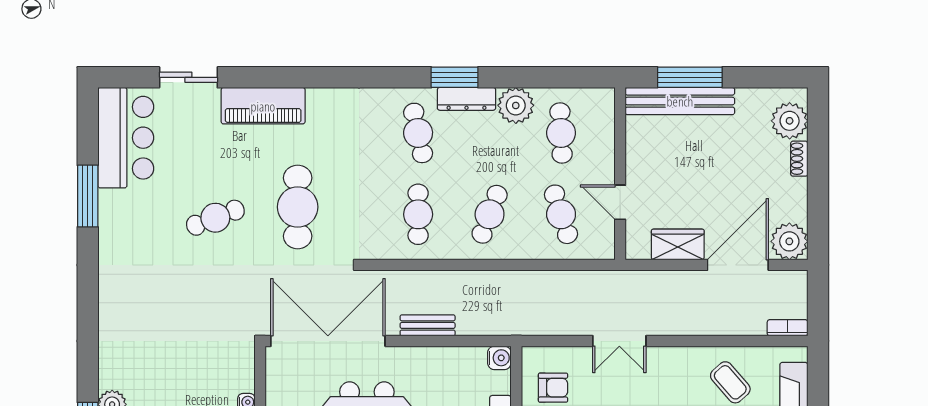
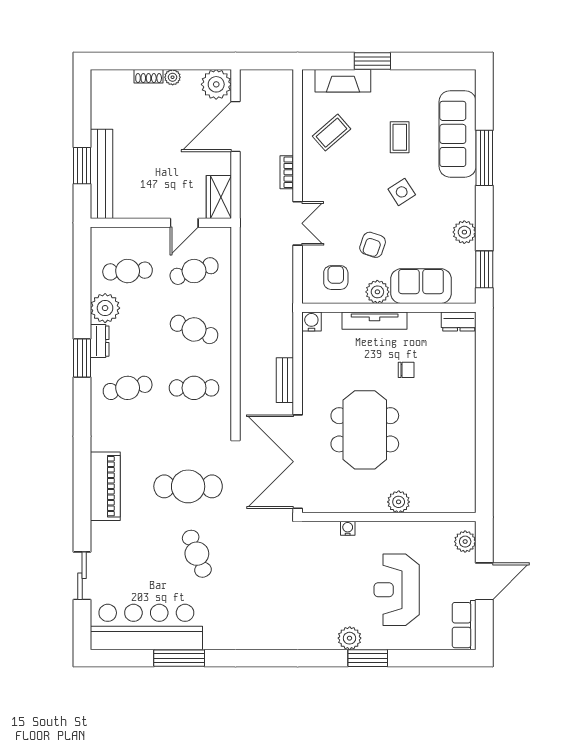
window: (690, 77) -> (82, 166), width x0.69
dresser: (467, 99) -> (100, 341), width x0.70
piano: (263, 106) -> (105, 486), moved
plant: (790, 121) -> (173, 77), moved, width x0.53, depth x0.53
bar counter: (126, 138) -> (146, 627), width x1.36
wardrobe: (678, 245) -> (219, 197), moved
door: (738, 265) -> (235, 126), hinge flipped
bookcase: (787, 328) -> (287, 172), moved

